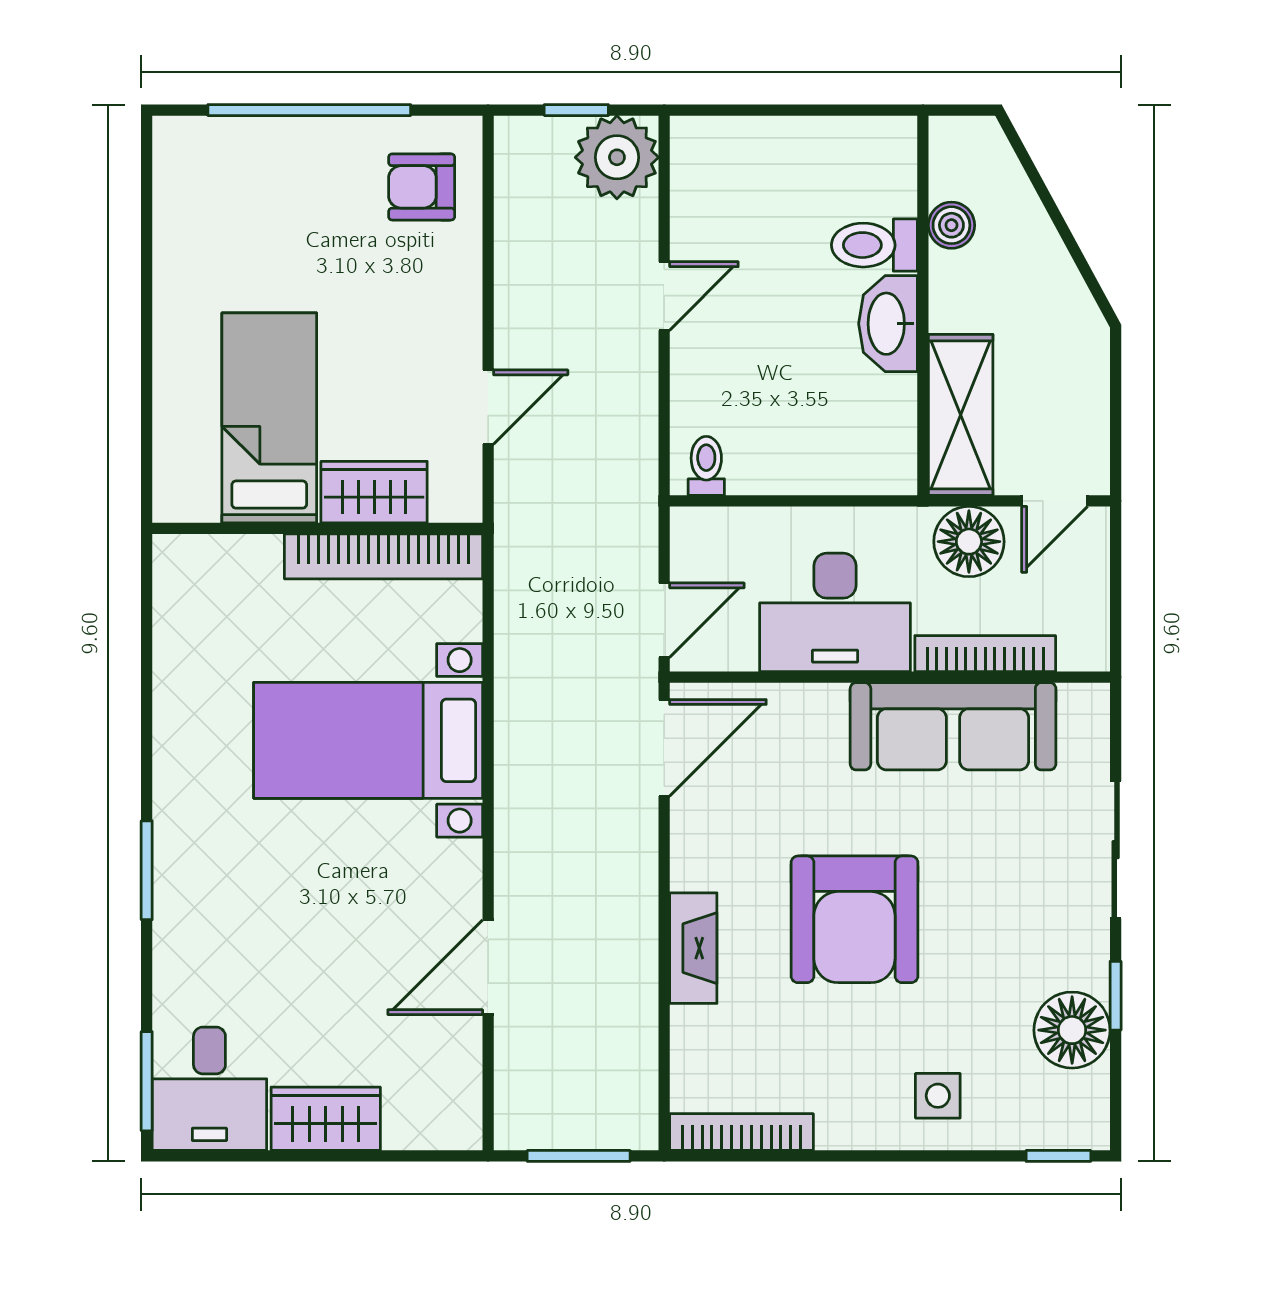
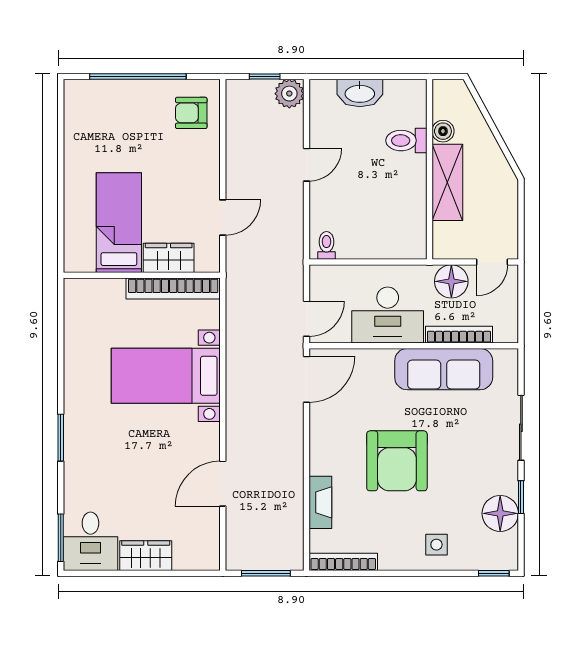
plant: (617, 157) -> (289, 94), width x0.73, depth x0.73
washbasin: (888, 324) -> (360, 93), moved, turned -90
shelving: (961, 415) -> (447, 182), moved
fireplace: (693, 948) -> (320, 502), moved

